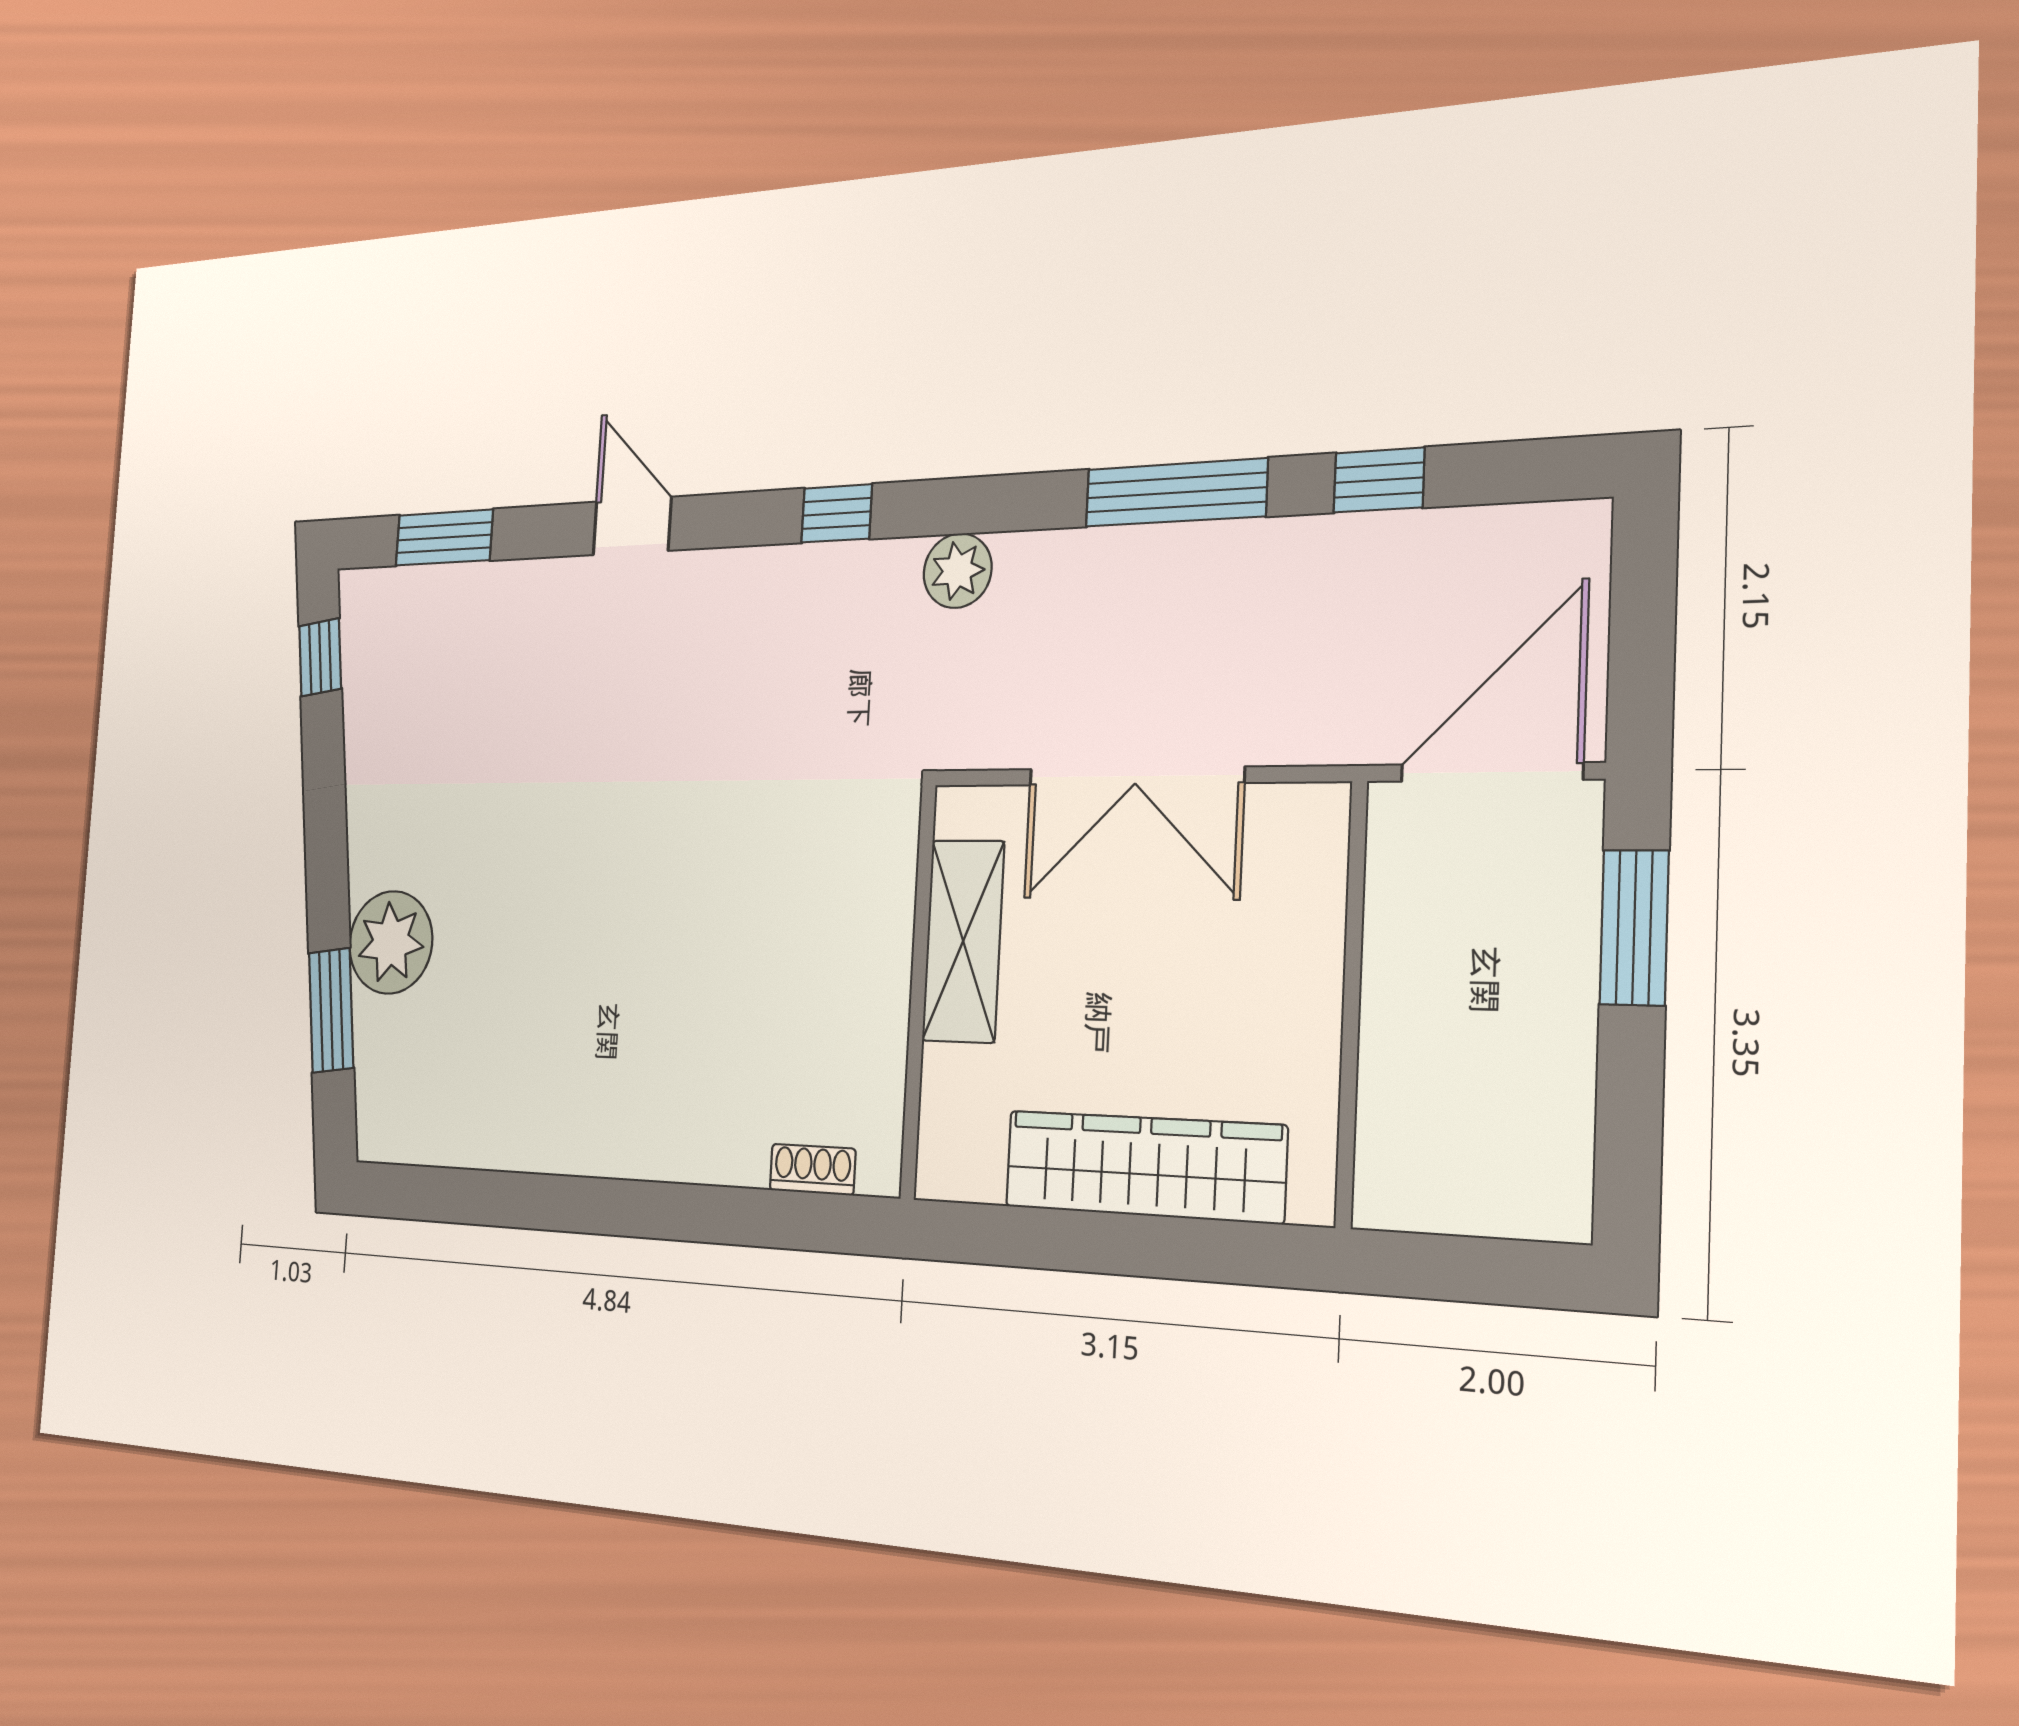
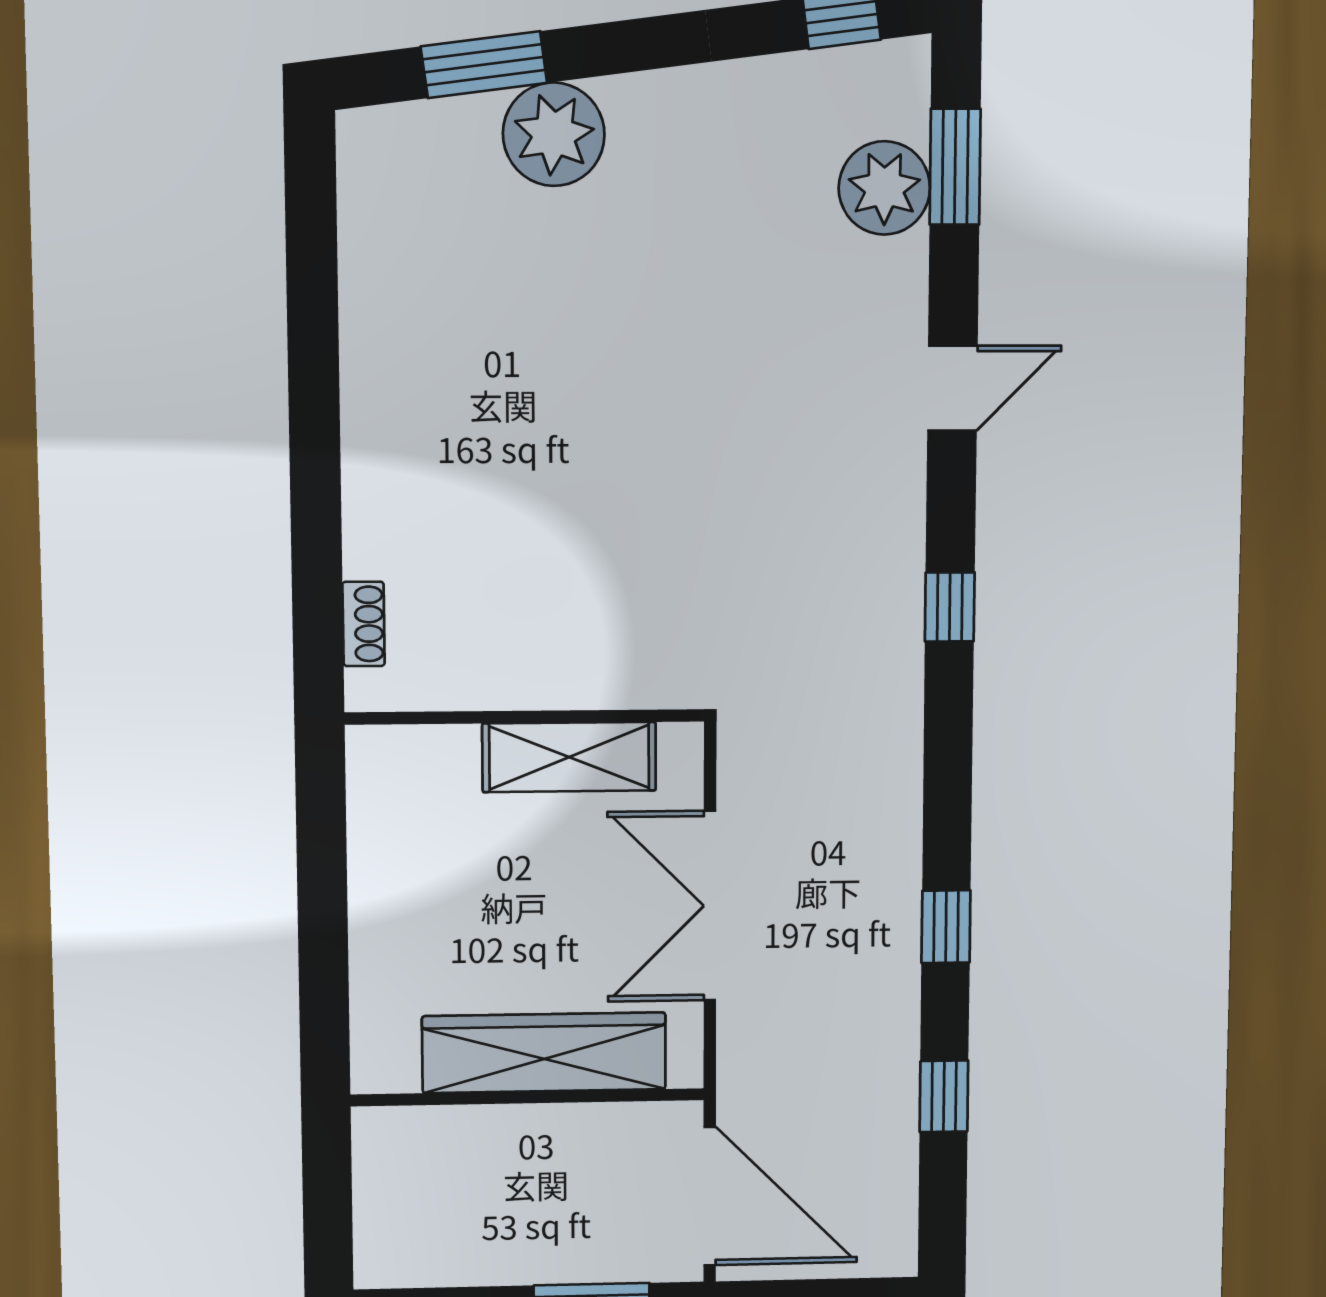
window: (1176, 493) -> (946, 927), width x0.46
plant: (958, 571) -> (884, 188), moved, width x1.36, depth x1.36
wardrobe: (1144, 1166) -> (544, 1053), moved, turned -90

